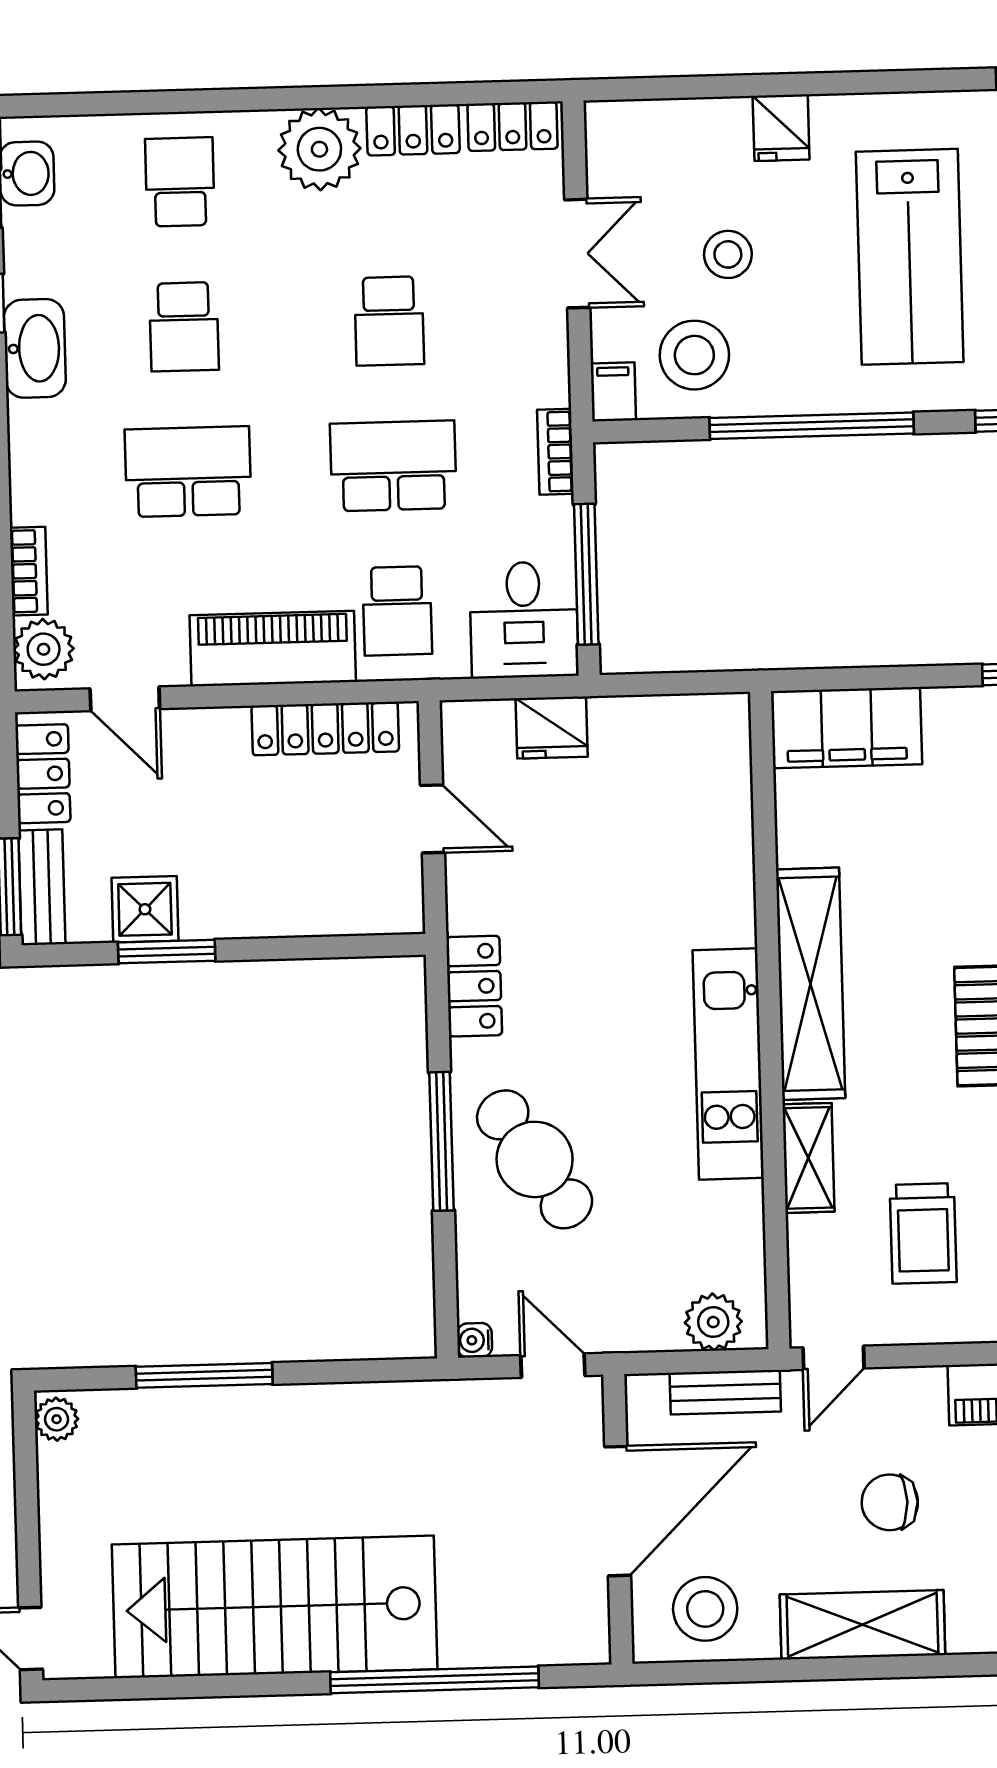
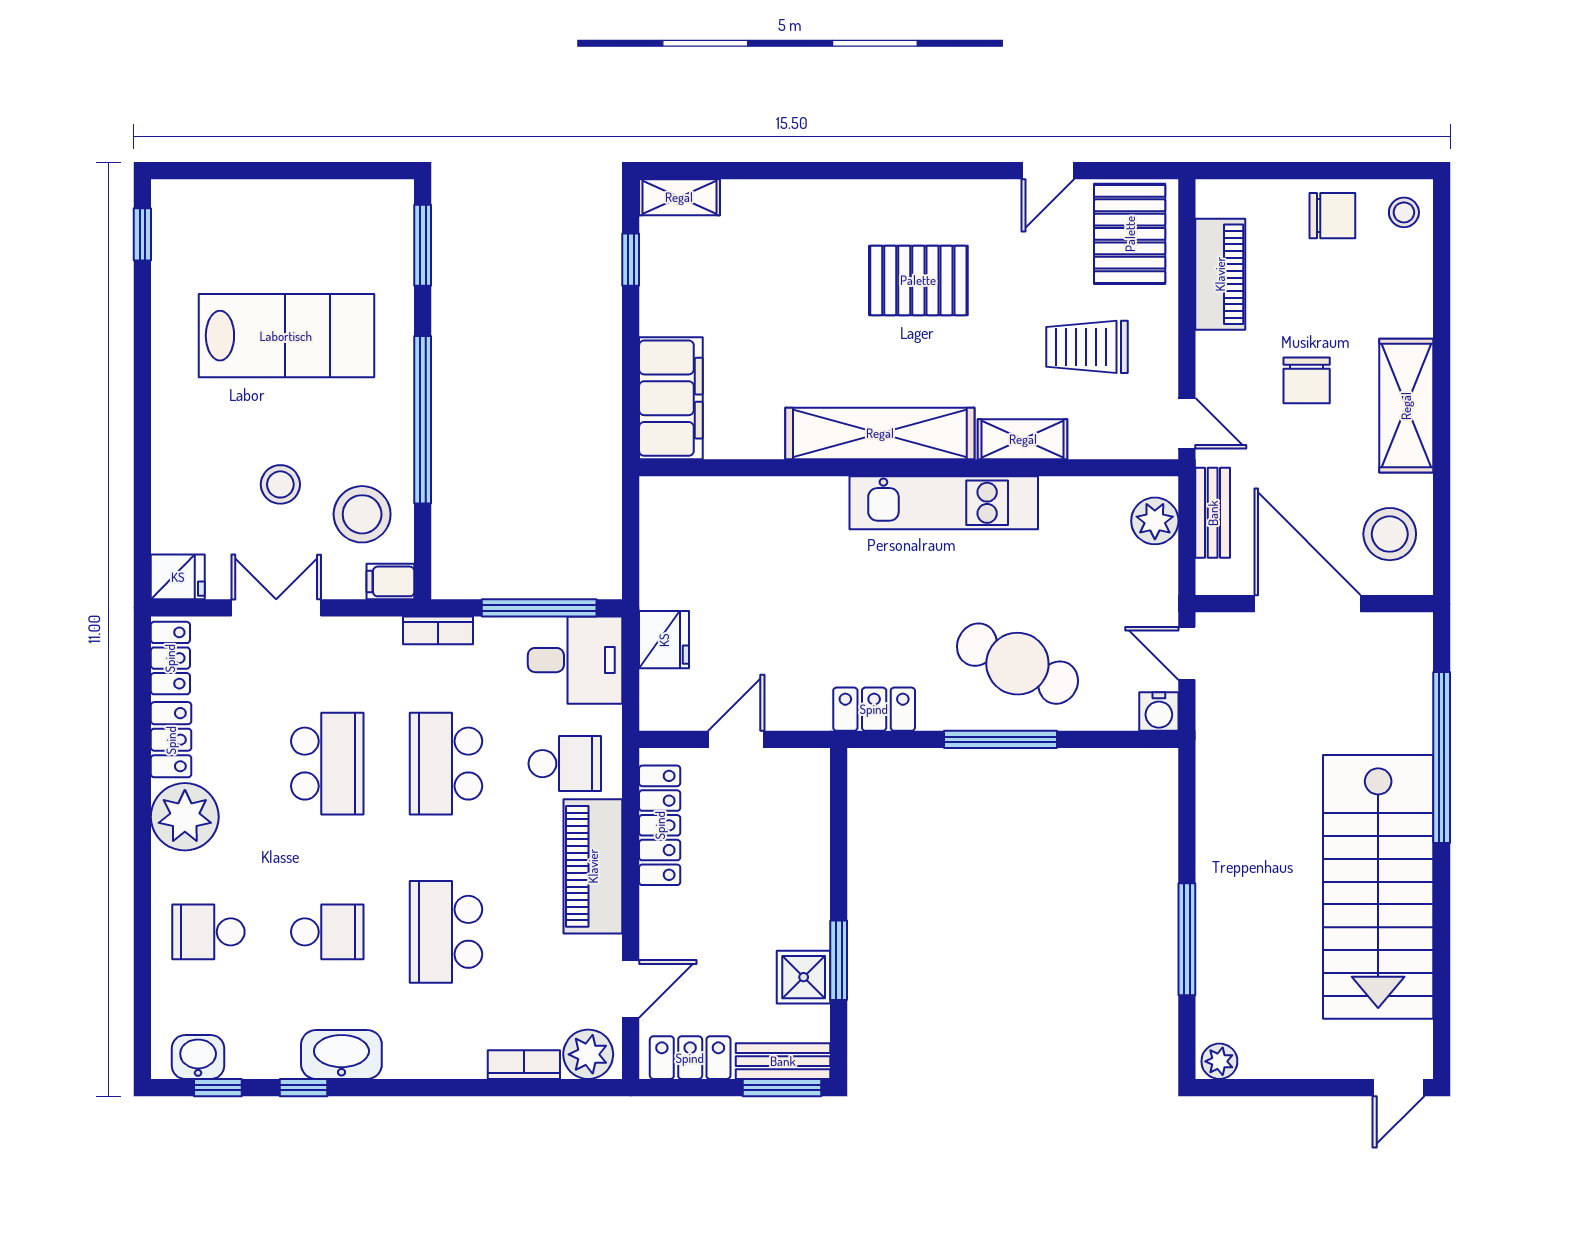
fridge: (781, 128) -> (178, 577), moved
school desk: (389, 321) -> (327, 764), width x1.85
cafe table: (535, 1159) -> (1017, 664), turned 59
trolley: (923, 1233) -> (1087, 347), turned 180
water cooler: (475, 1340) -> (1159, 712), width x1.38, depth x1.38
door: (553, 1366) -> (1187, 653), hinge flipped

